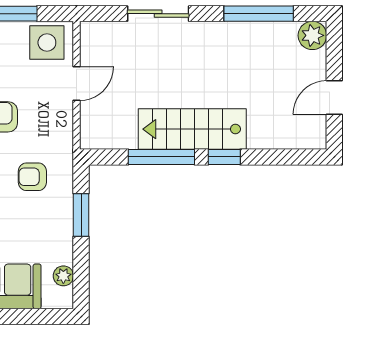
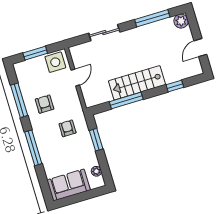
window: (224, 157) -> (175, 86), moved
armchair: (32, 177) -> (67, 128), turned 90

